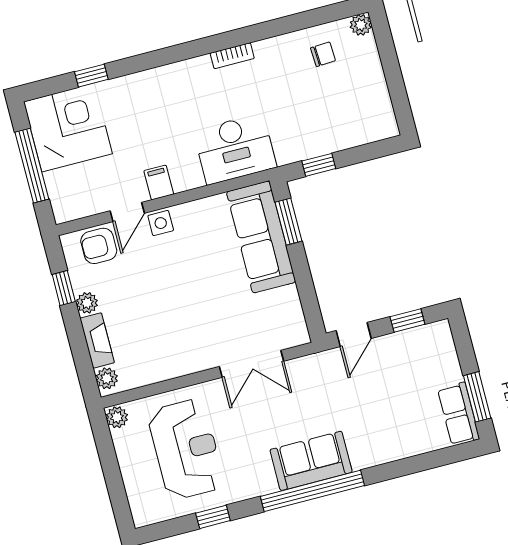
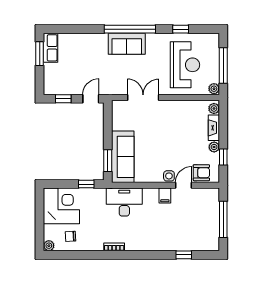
corner desk: (68, 128) -> (61, 206), moved, turned 180
reception desk: (186, 449) -> (185, 65), turned 180
window: (110, 467) -> (223, 66), added

